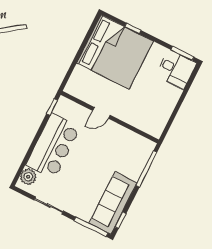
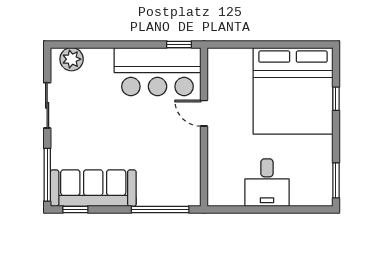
desk: (176, 69) -> (267, 183), moved
bar counter: (53, 146) -> (157, 72), moved

